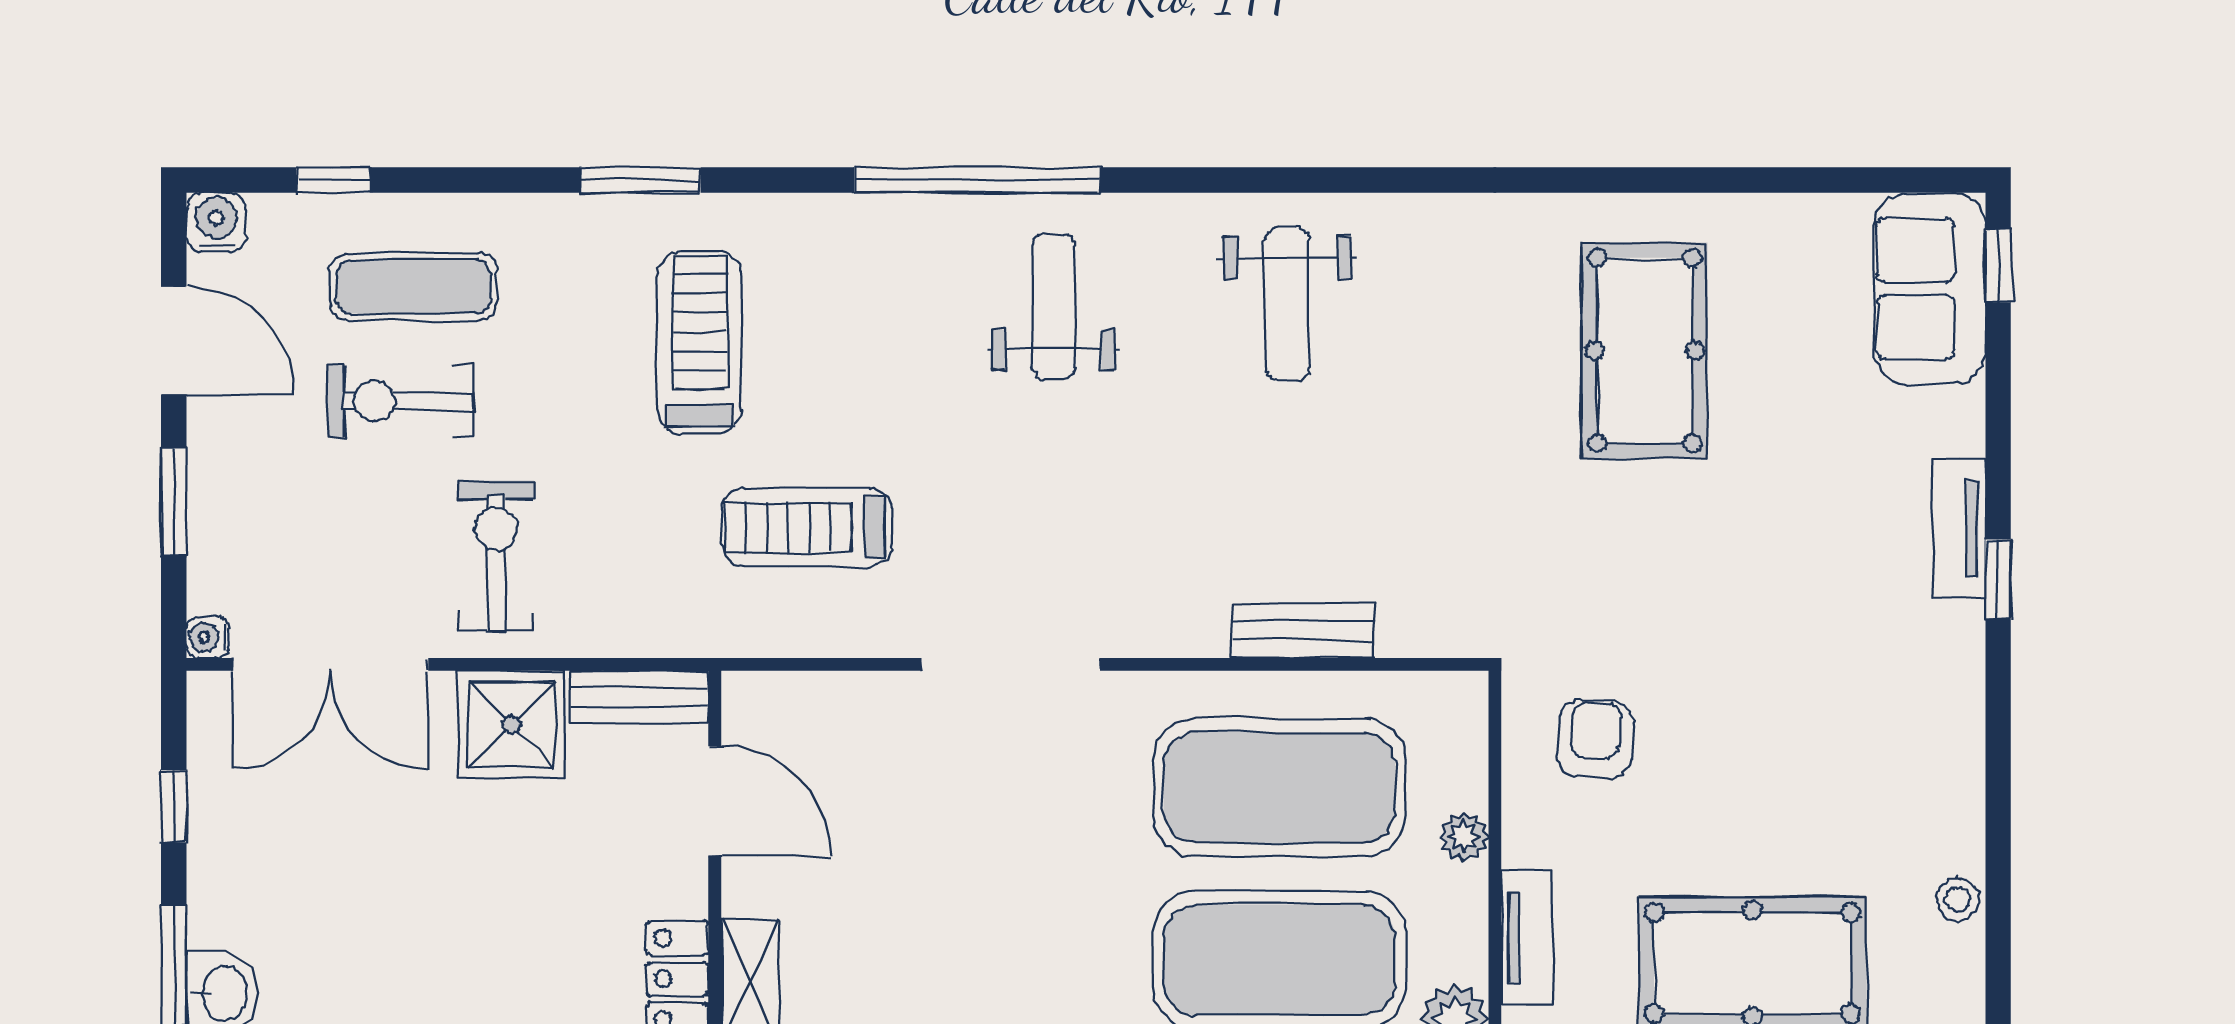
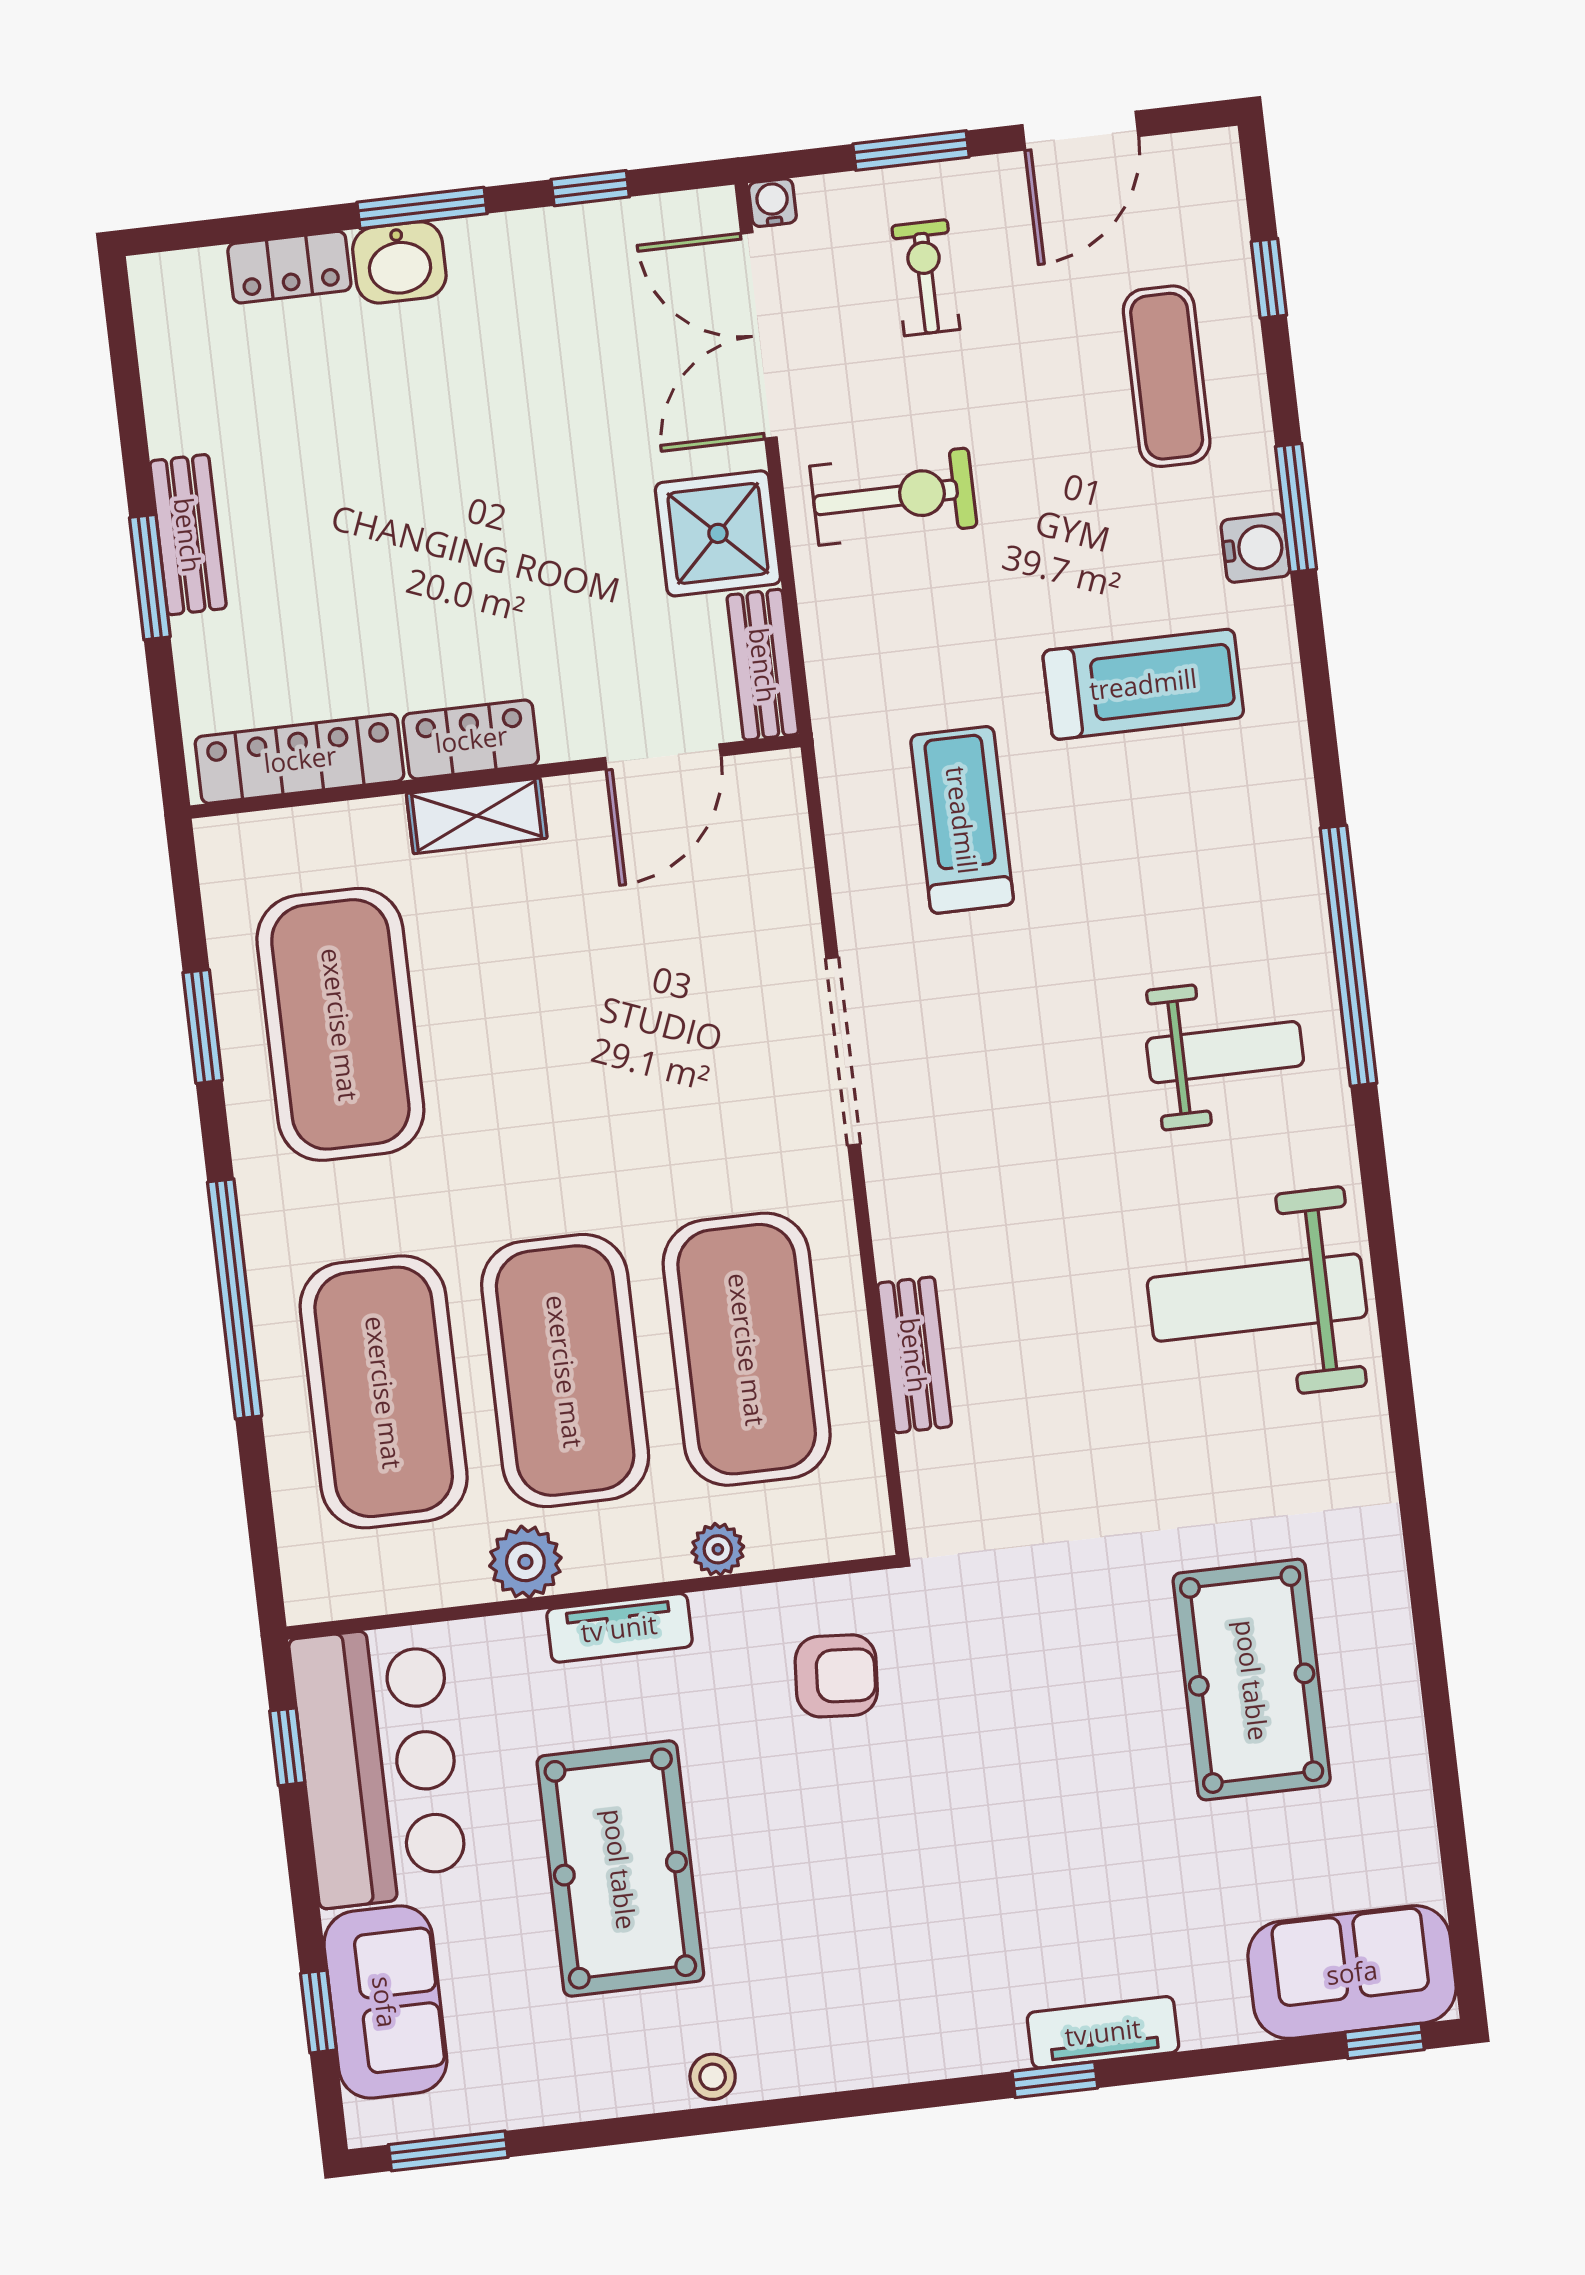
window: (641, 180) -> (1296, 508), moved
water cooler: (216, 222) -> (1255, 548), moved
weight bench: (1287, 303) -> (1257, 1298), width x1.36, depth x1.33
pool table: (1645, 351) -> (1252, 1680), turned 90
exercise bike: (400, 401) -> (926, 278), moved, width x0.73, depth x0.72

